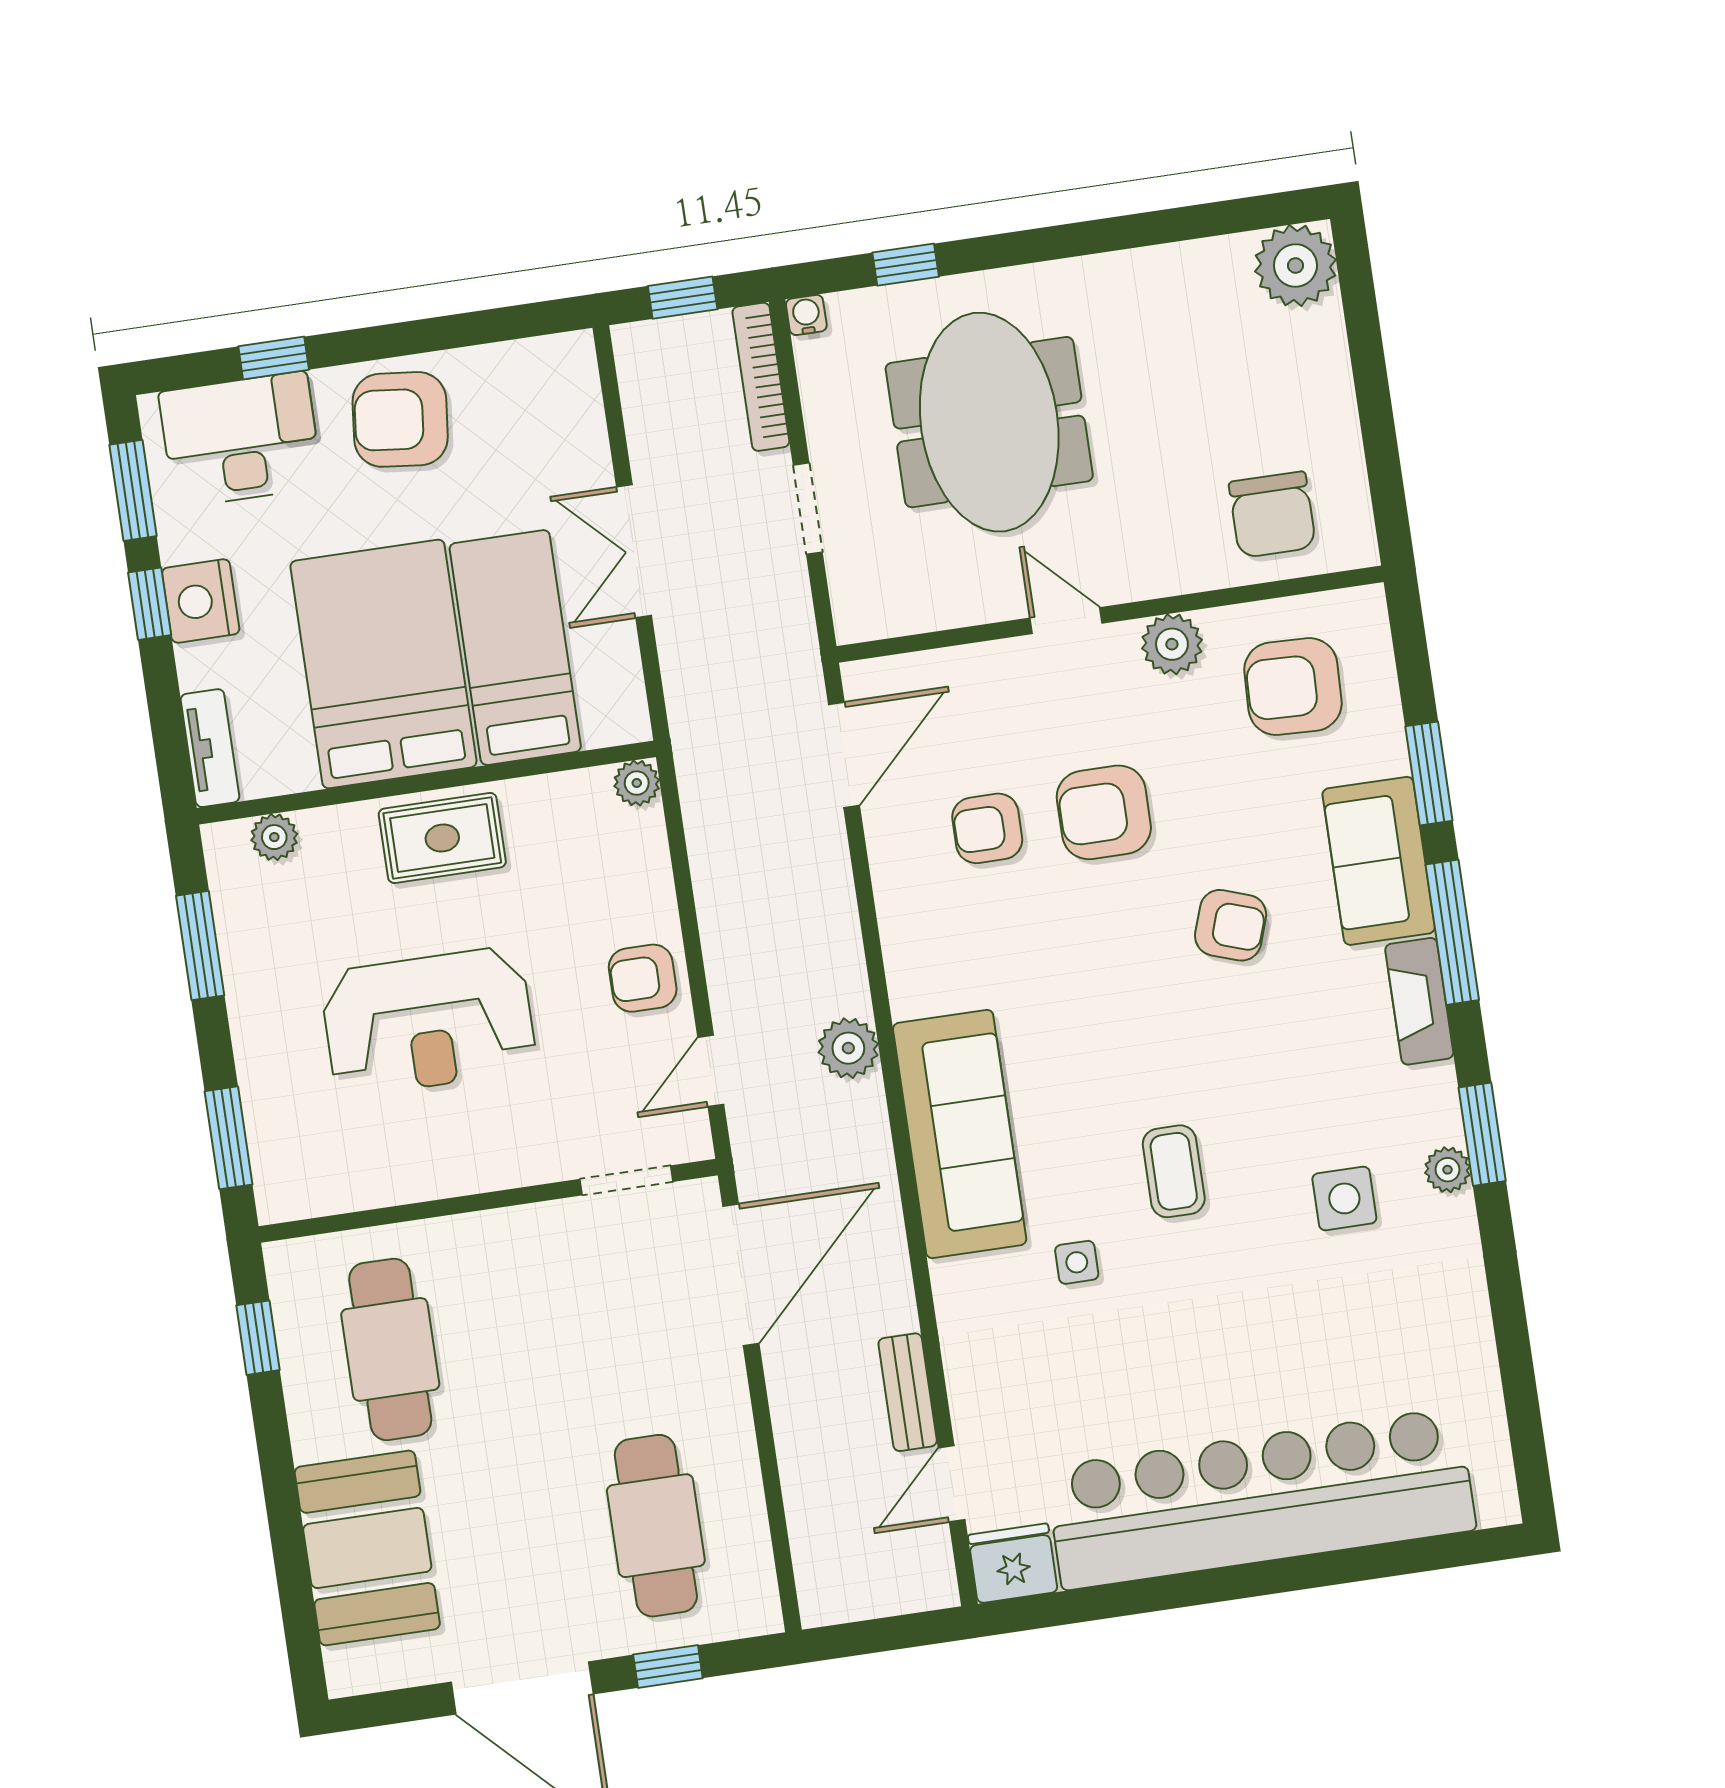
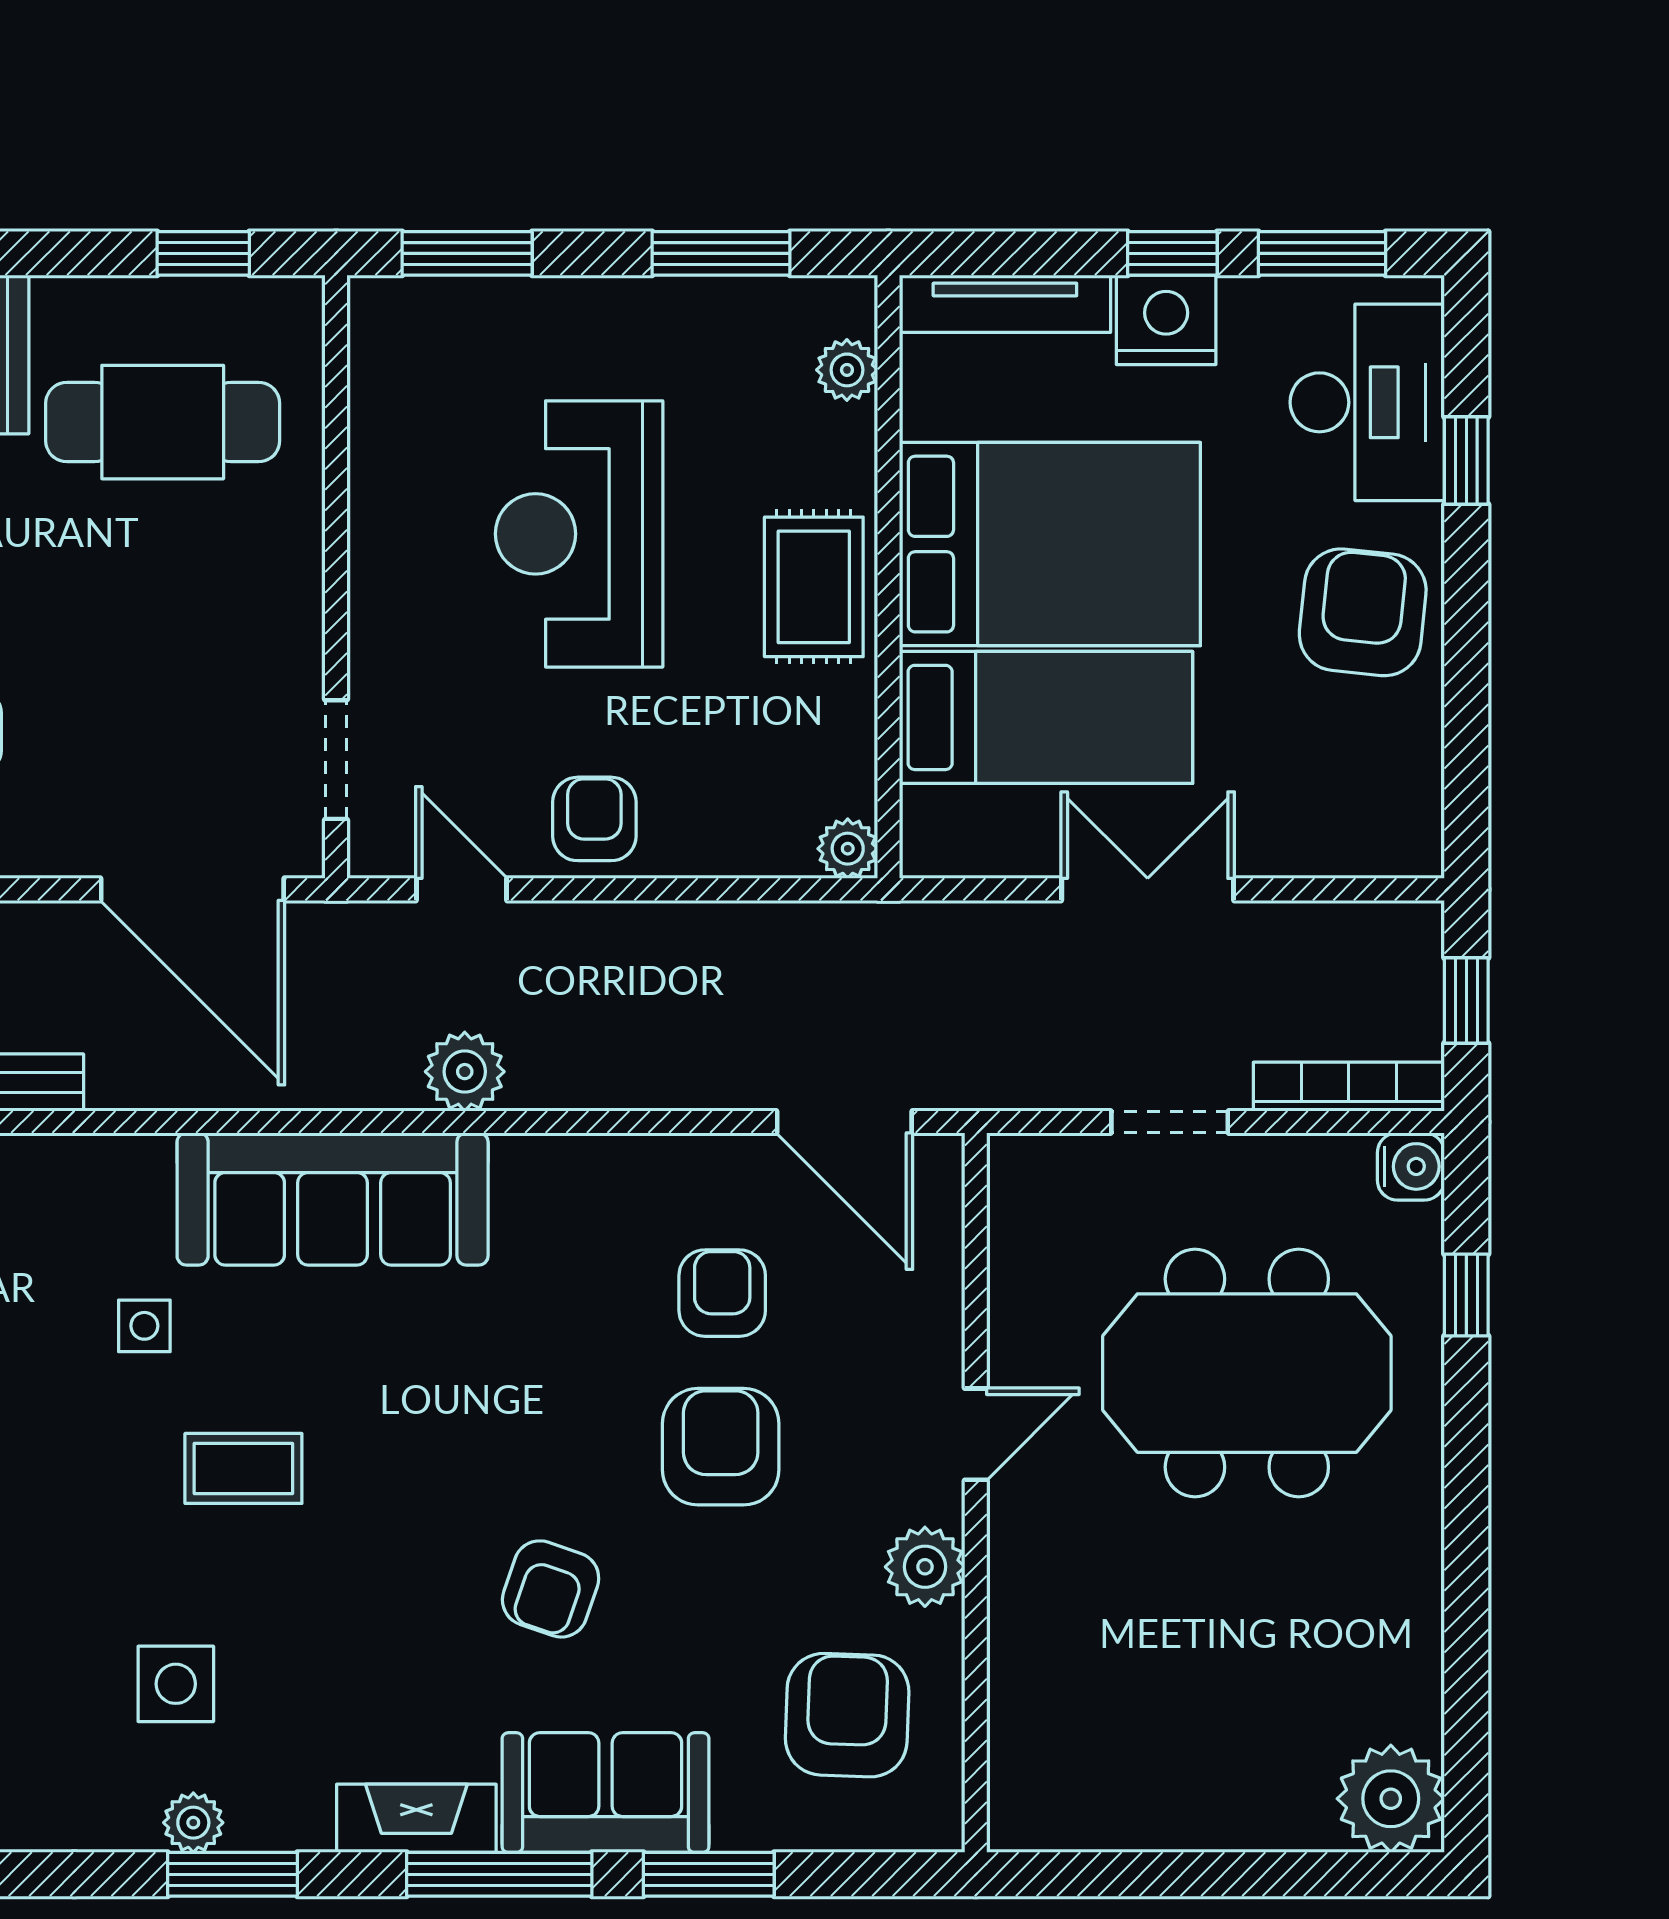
water cooler: (806, 315) -> (1411, 1166), width x1.38, depth x1.38
chair: (1272, 515) -> (1073, 1721), removed
tv unit: (210, 748) -> (1005, 304), width x1.41

